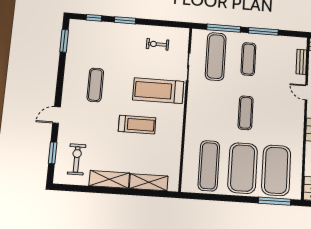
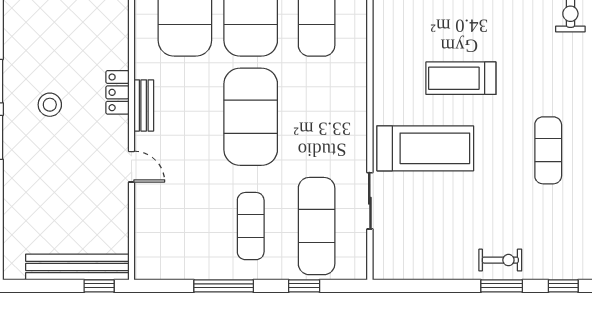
window: (224, 28) -> (304, 286), width x0.46
exercise bike: (158, 44) -> (500, 260), moved
bench: (301, 62) -> (144, 105), moved
exercise mat: (246, 113) -> (251, 117), width x2.00, depth x1.45

